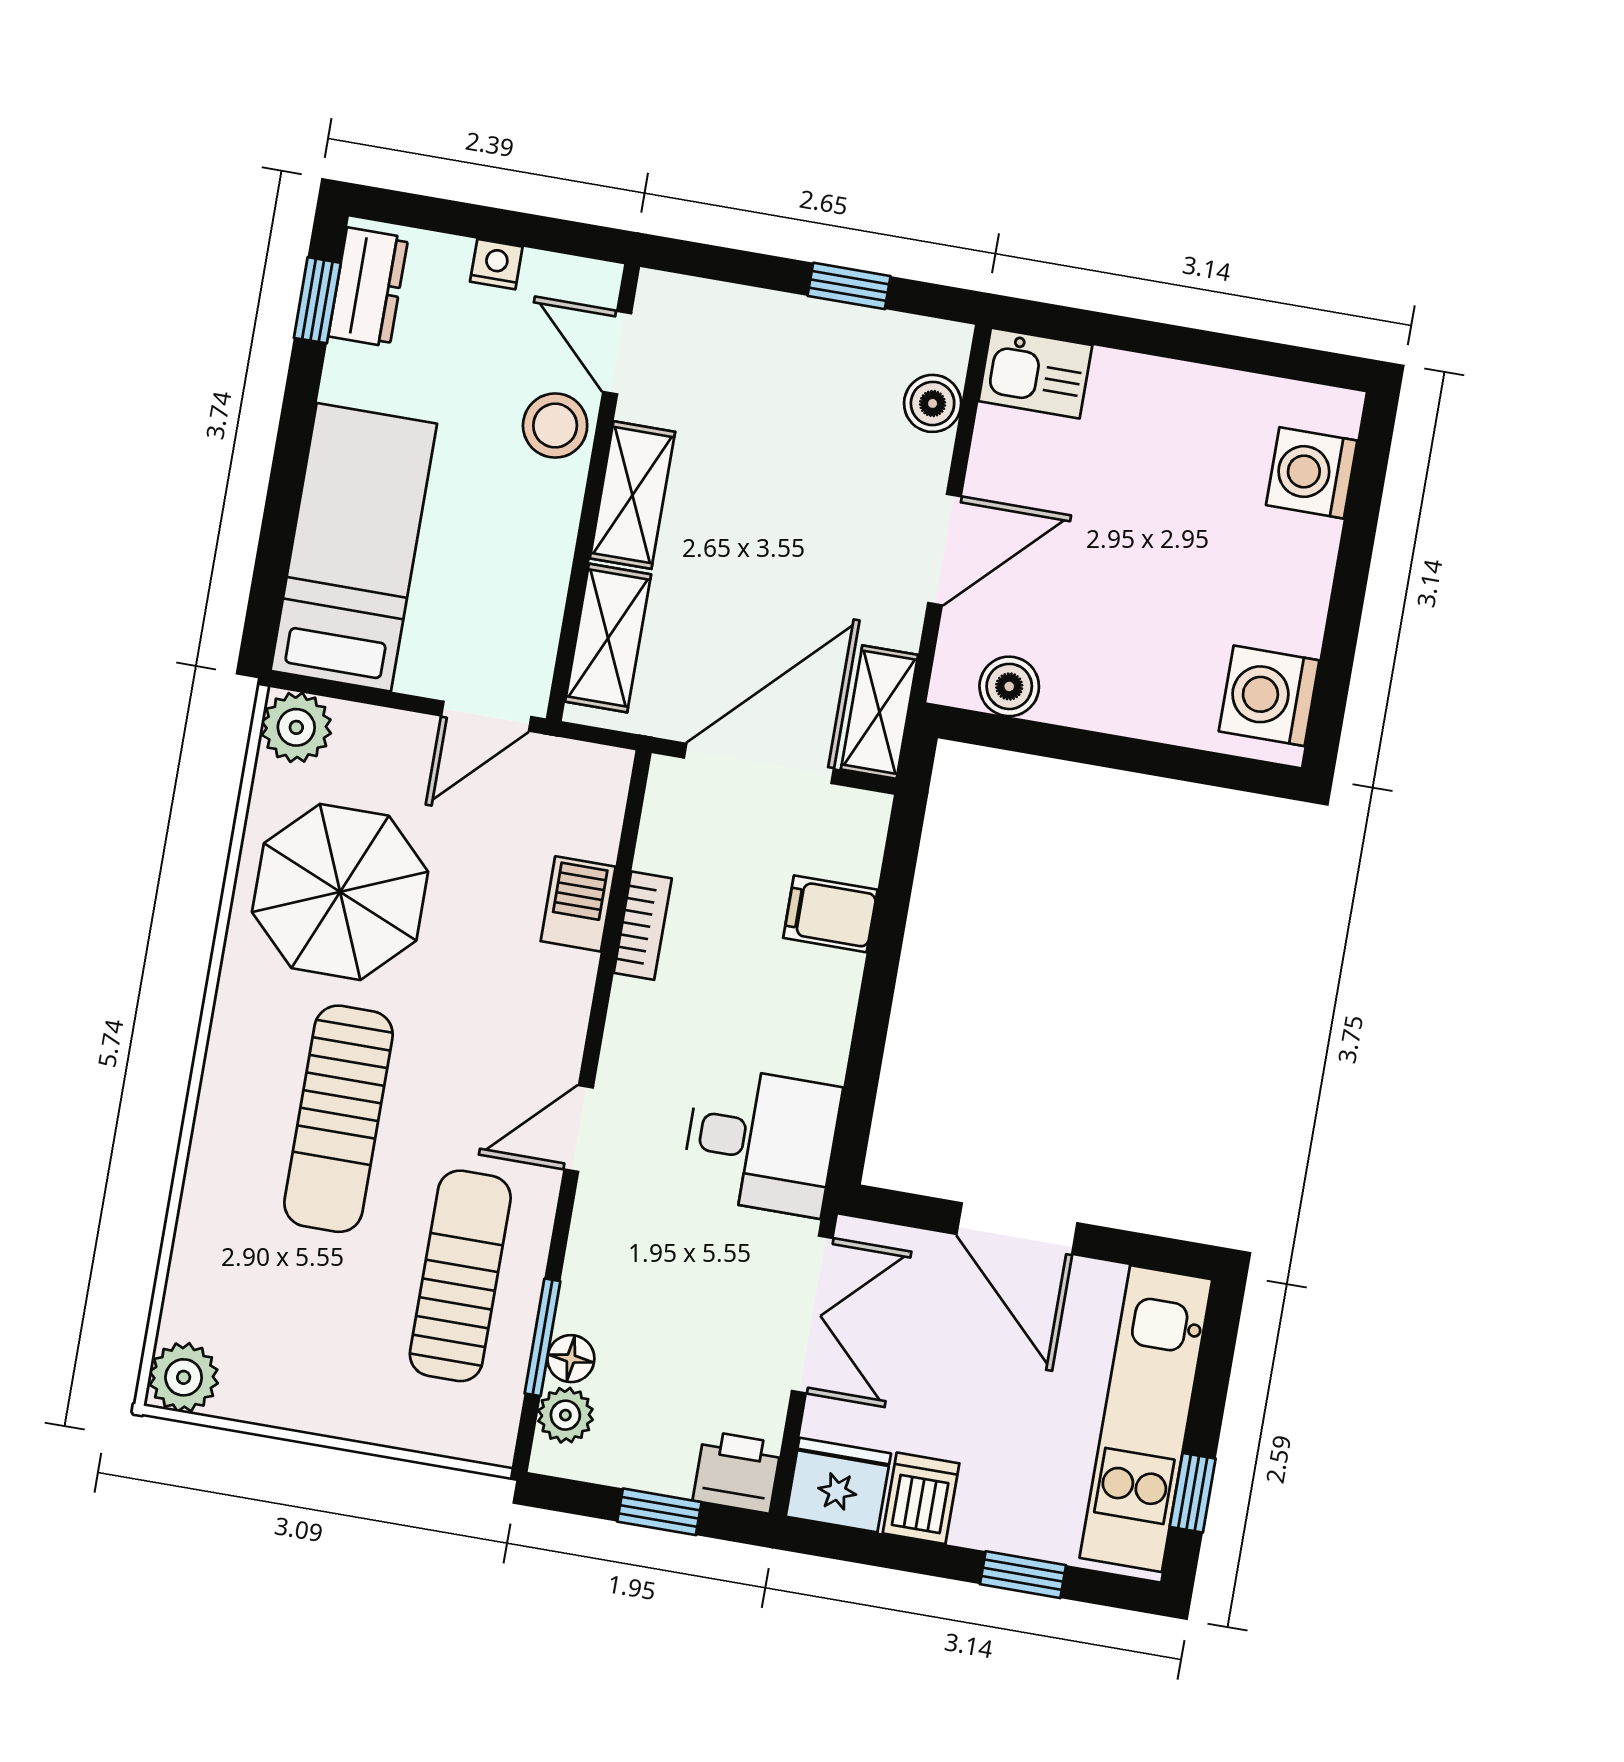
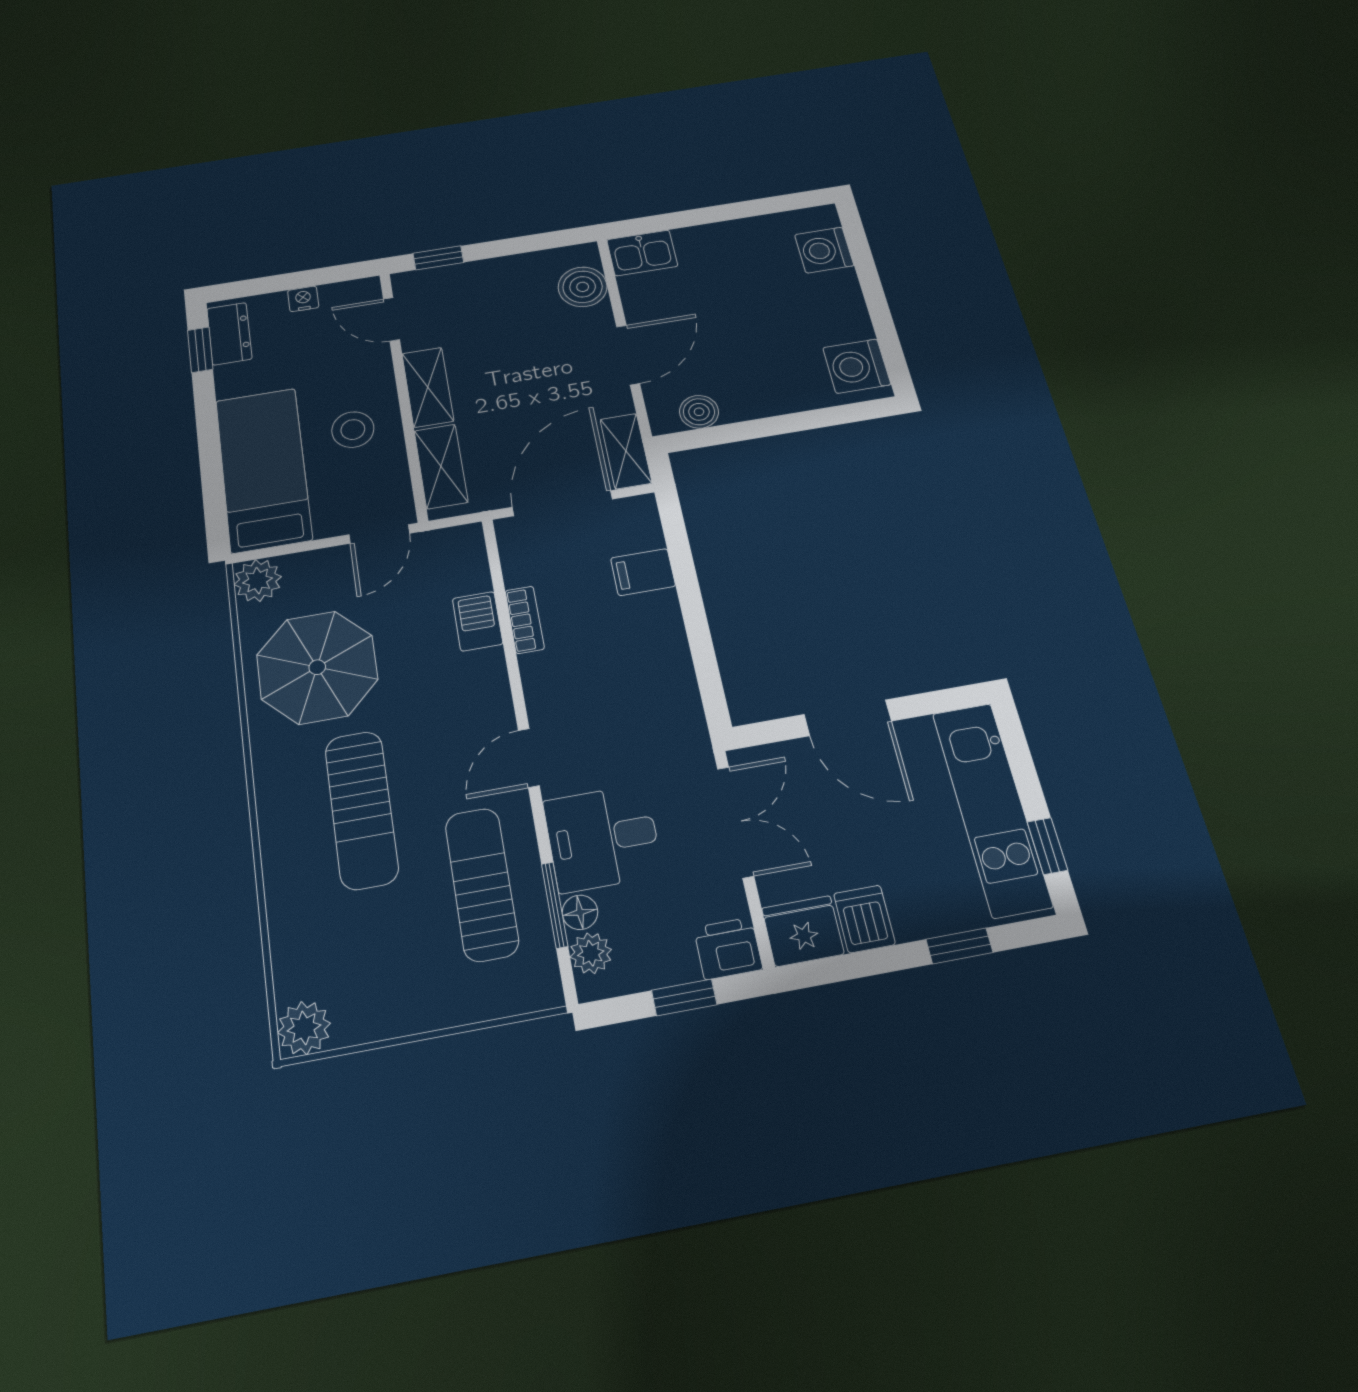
window: (849, 286) -> (438, 258), moved
boiler: (933, 403) -> (583, 287), width x1.36, depth x1.36
stool: (555, 426) -> (353, 430), moved
desk: (761, 1141) -> (603, 838), moved, turned 180

